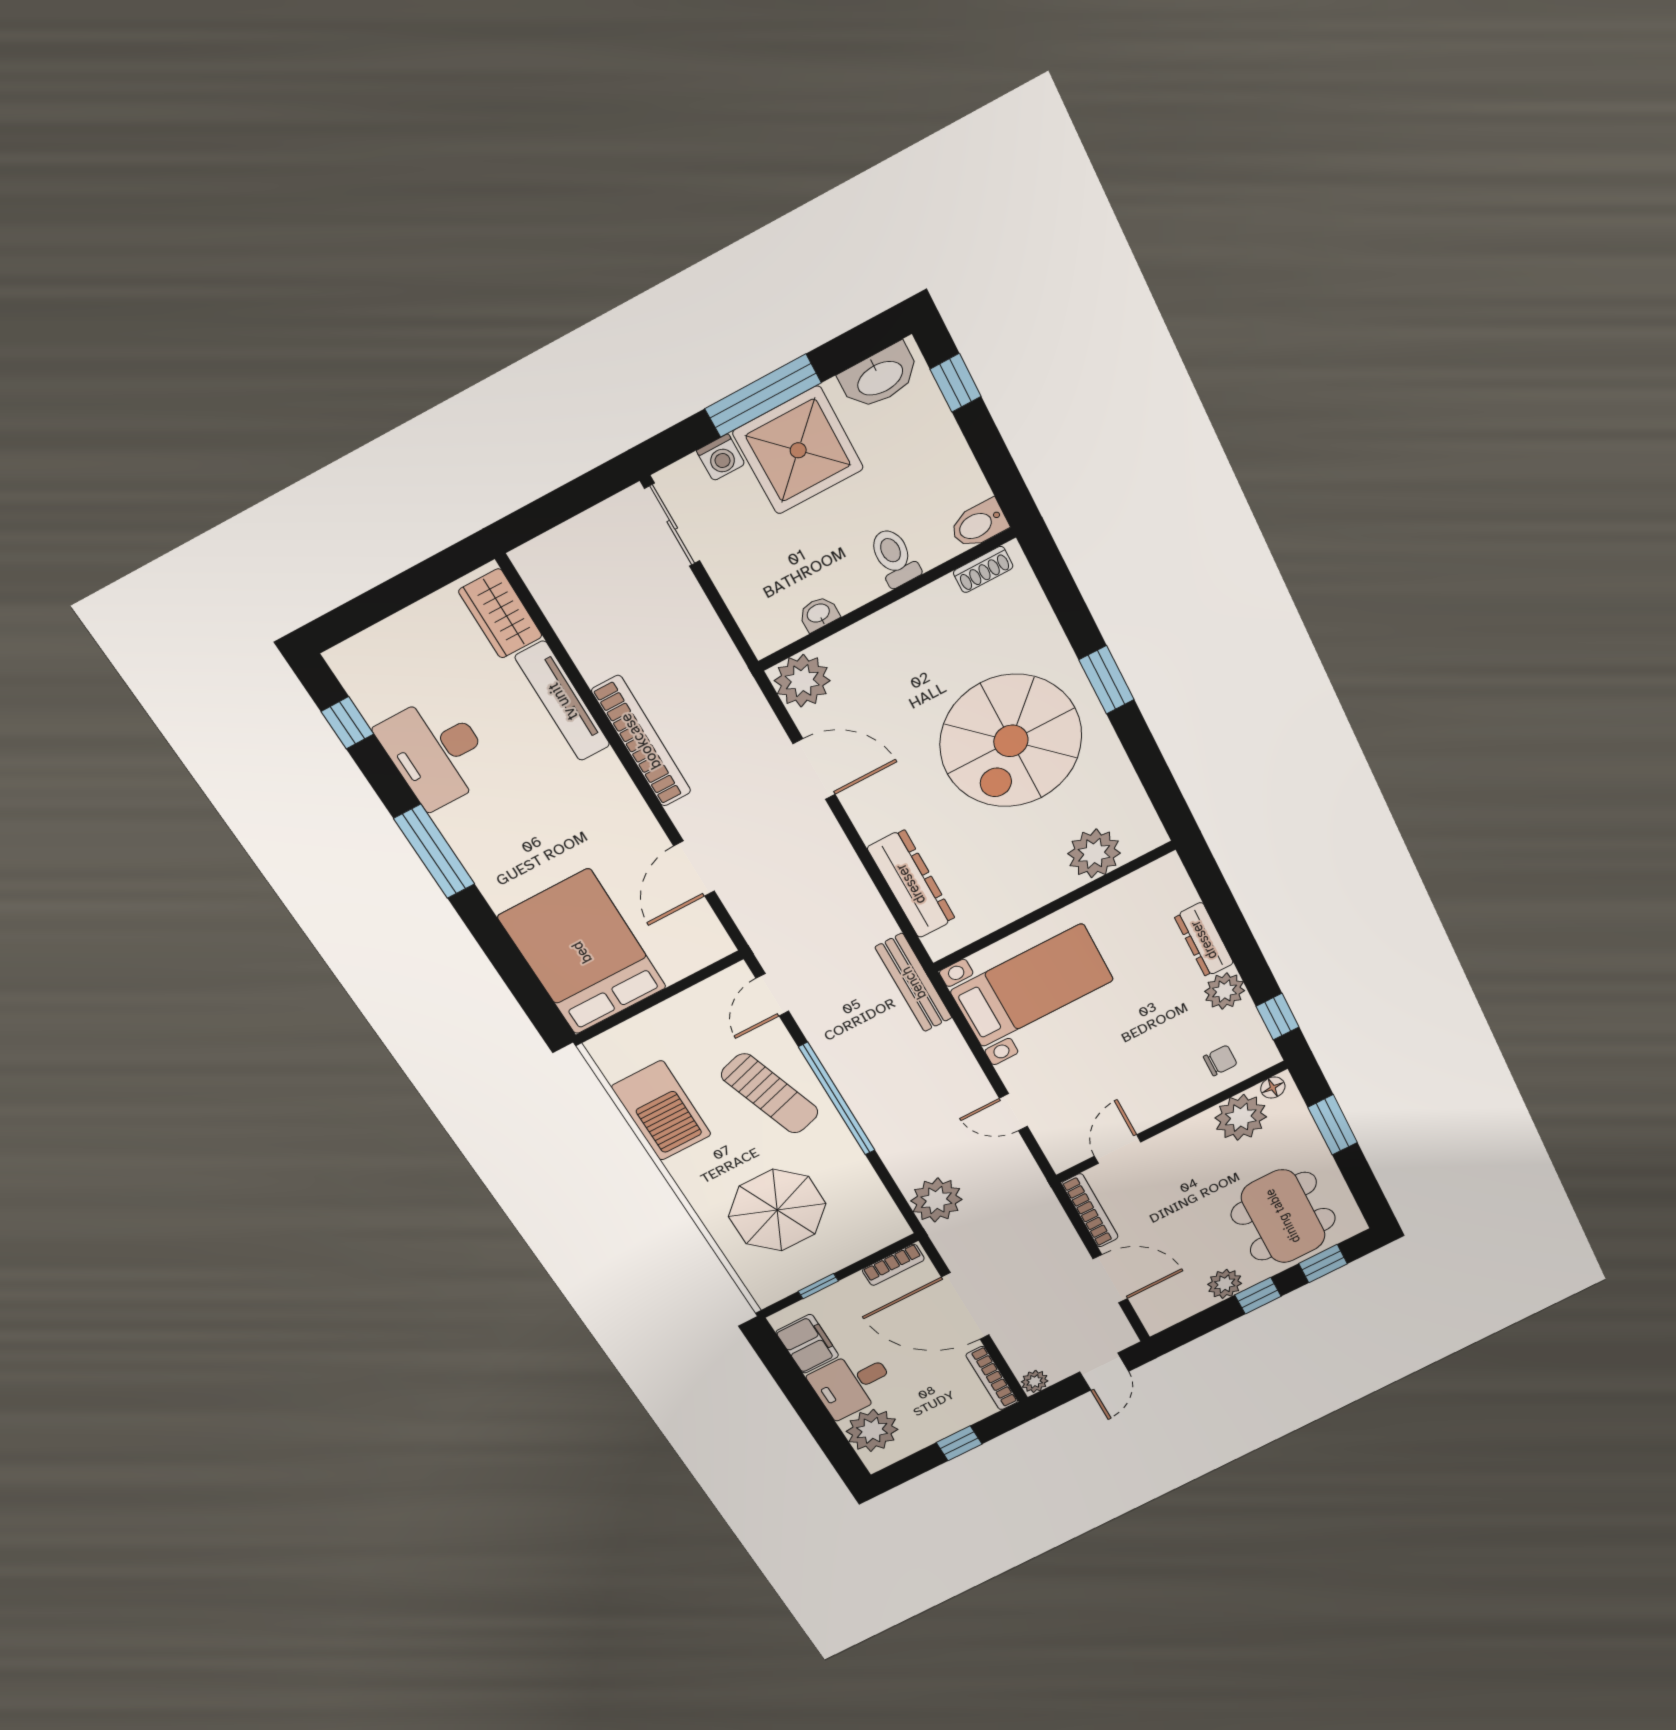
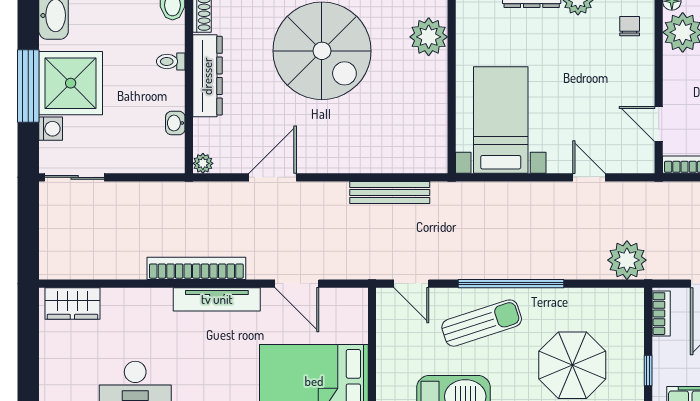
toilet: (894, 557) -> (171, 61), width x0.73, depth x0.72
plant: (802, 681) -> (203, 163), width x0.53, depth x0.53
tv unit: (563, 701) -> (217, 299), moved
dresser: (911, 884) -> (207, 76), moved, turned 90
bench: (914, 983) -> (390, 193), moved
door: (1013, 1112) -> (589, 177), swing flipped

